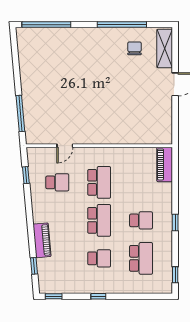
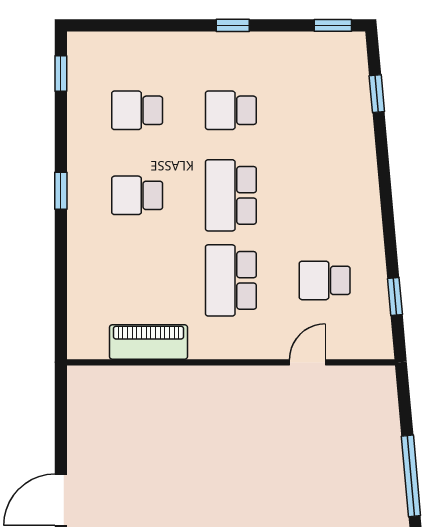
window: (20, 113) -> (411, 476), moved
piano: (165, 164) -> (148, 342), moved, turned -90
piano: (42, 240) -> (359, 151), removed
school desk: (141, 258) -> (137, 110), width x0.54

